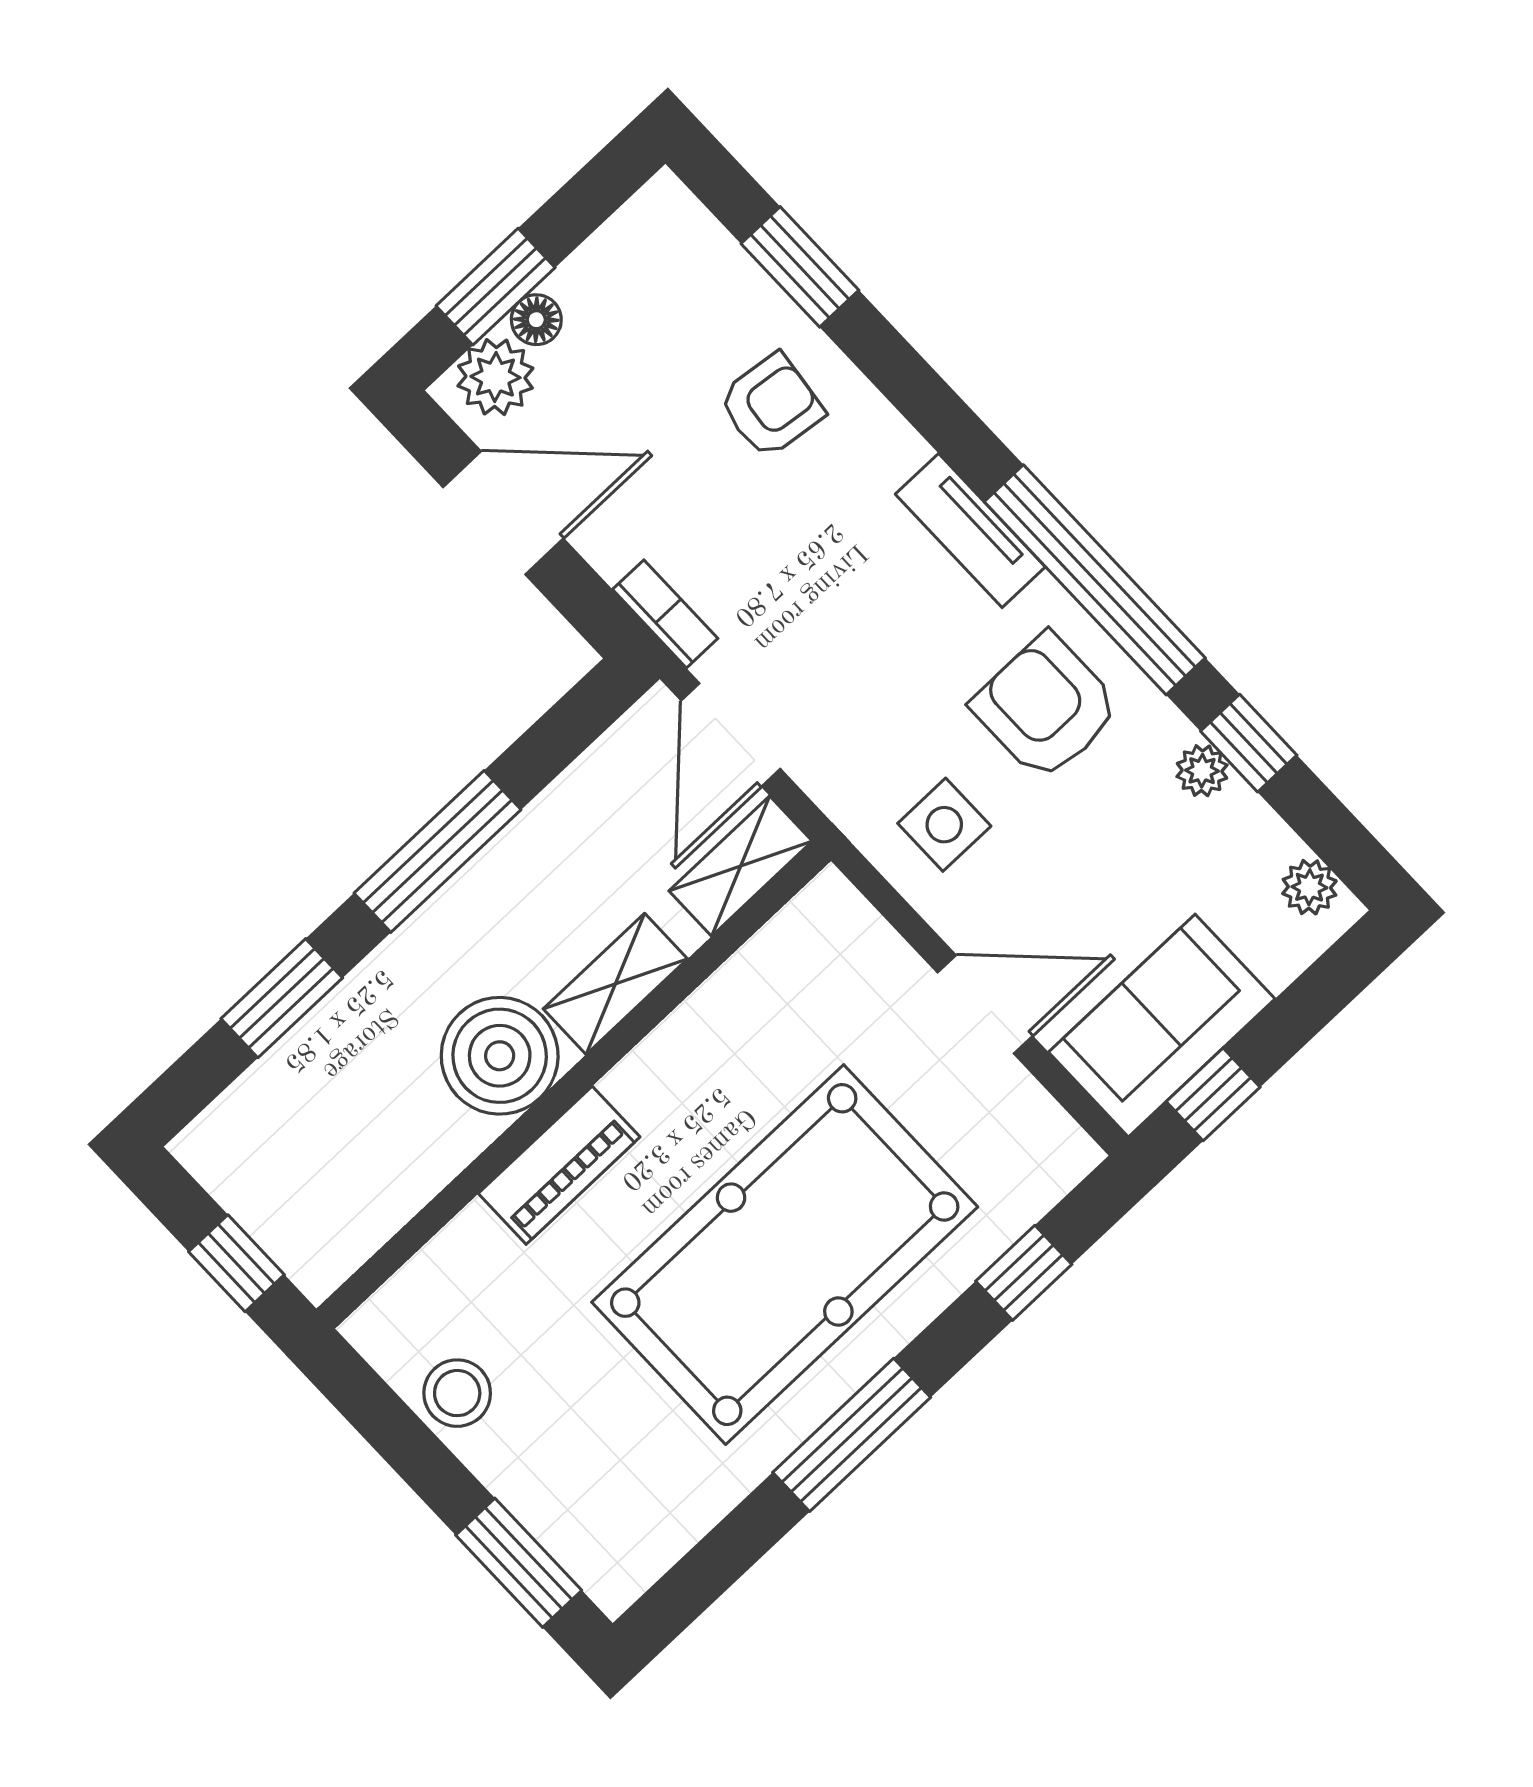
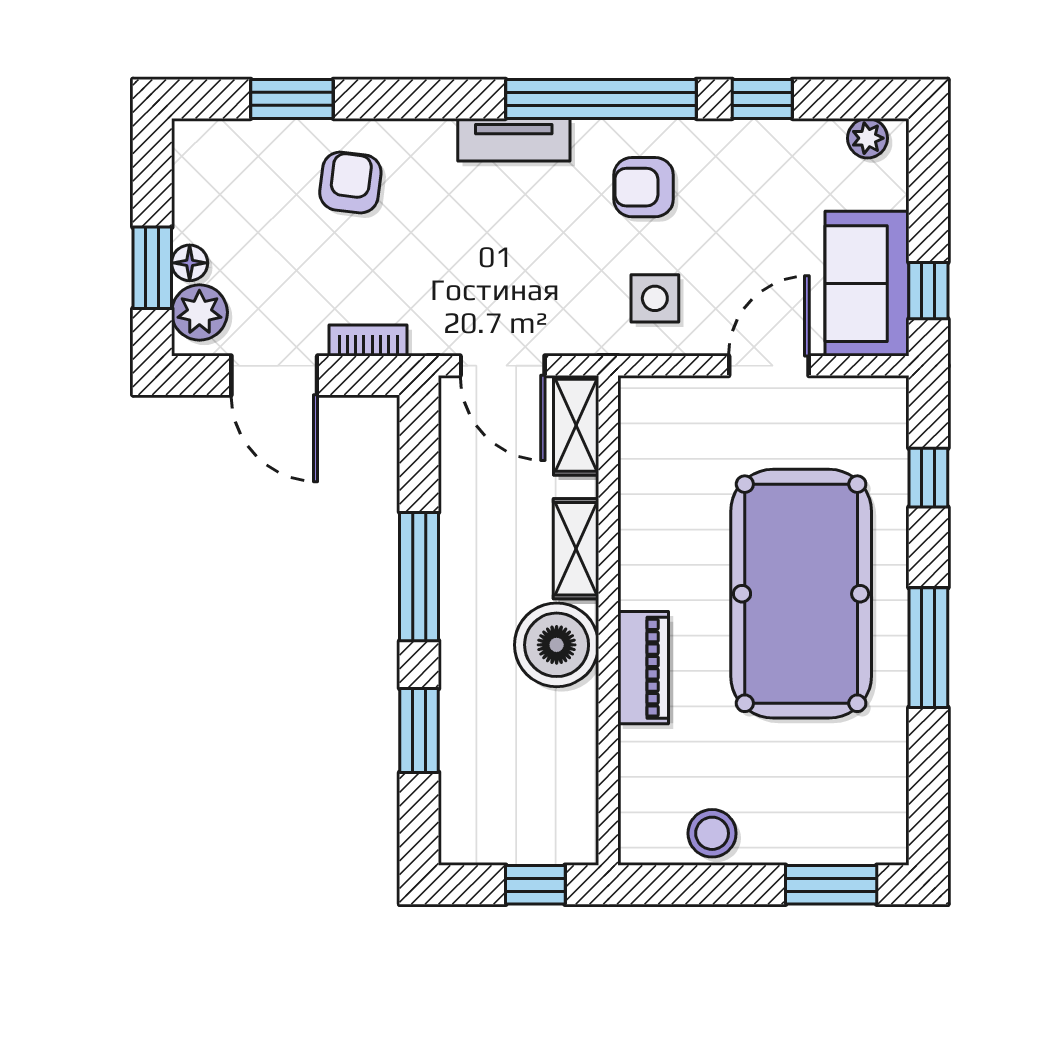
door: (503, 513) -> (274, 375), swing flipped
bookcase: (665, 614) -> (368, 340), moved
armchair: (1046, 707) -> (644, 187), width x0.72, depth x0.72
plant: (1202, 771) -> (754, 137), removed

